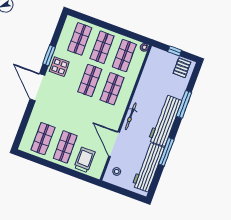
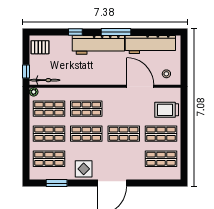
window: (175, 51) -> (26, 71), moved
window: (49, 55) -> (57, 183), moved
window: (184, 104) -> (75, 32), width x0.46
shop shelf: (77, 114) -> (124, 134), added
bicycle: (131, 116) -> (45, 80), moved
door: (114, 144) -> (140, 86), swing flipped
window: (166, 152) -> (116, 32), moved

